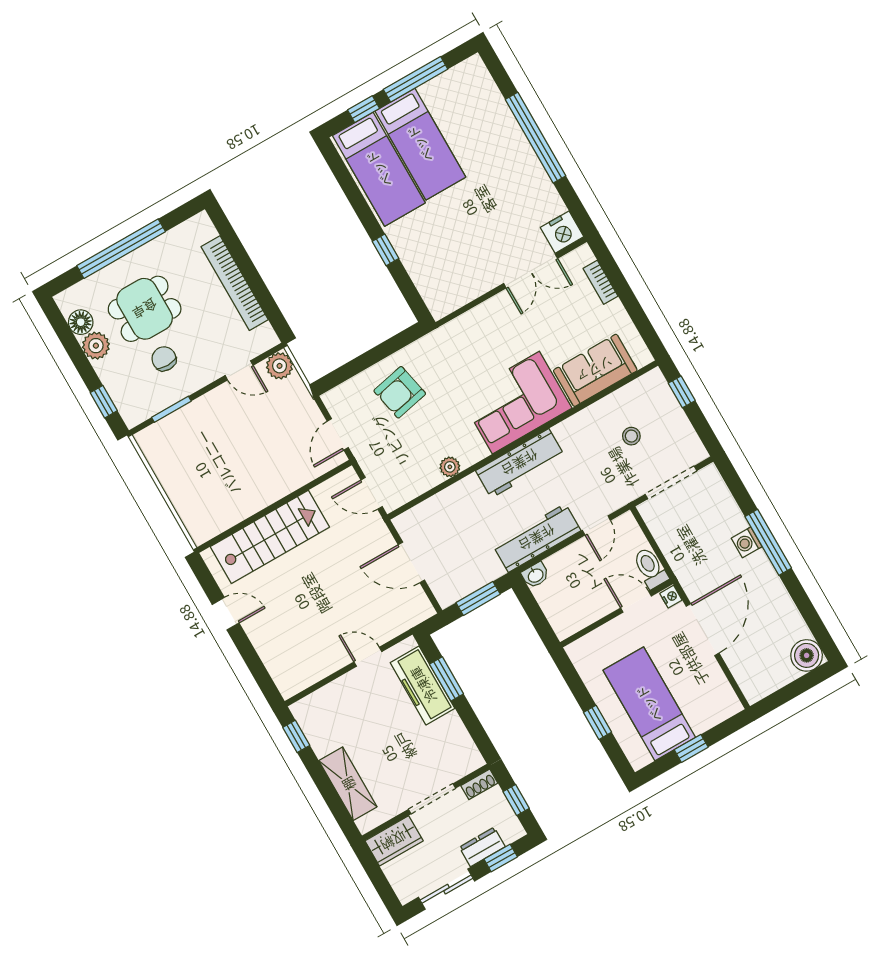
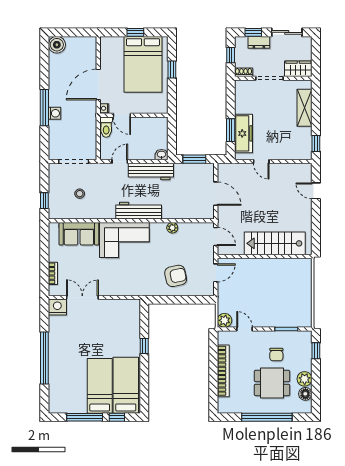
door: (226, 614) -> (316, 191), moved
bed: (649, 704) -> (143, 64), width x1.50

